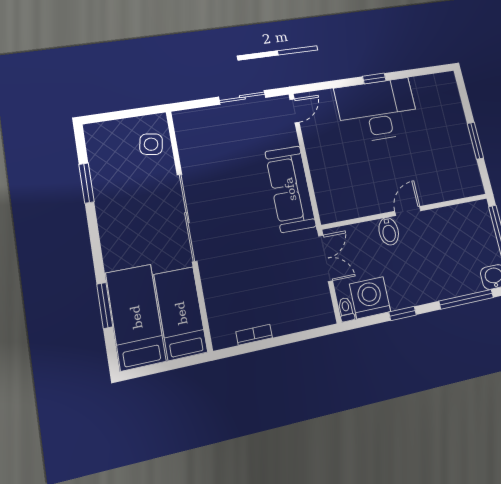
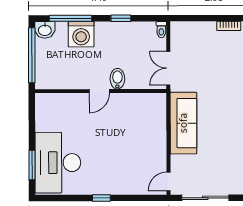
sliding door: (242, 97) -> (205, 198), width x1.37
desk: (377, 110) -> (58, 163), moved, turned 90
window: (475, 141) -> (32, 165), moved
washing machine: (370, 298) -> (81, 34), moved

